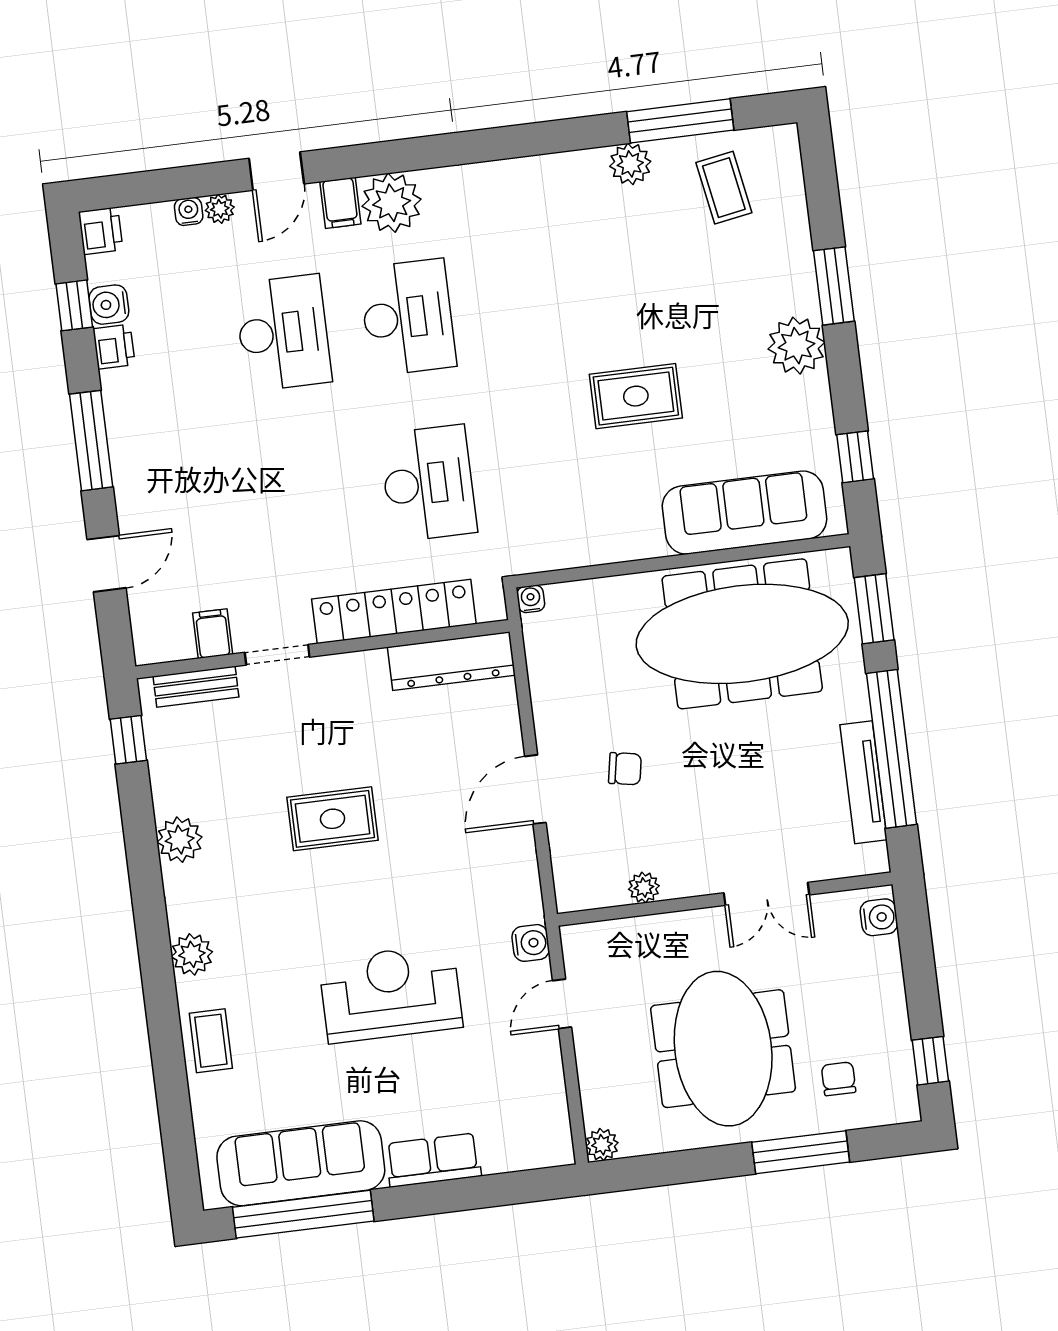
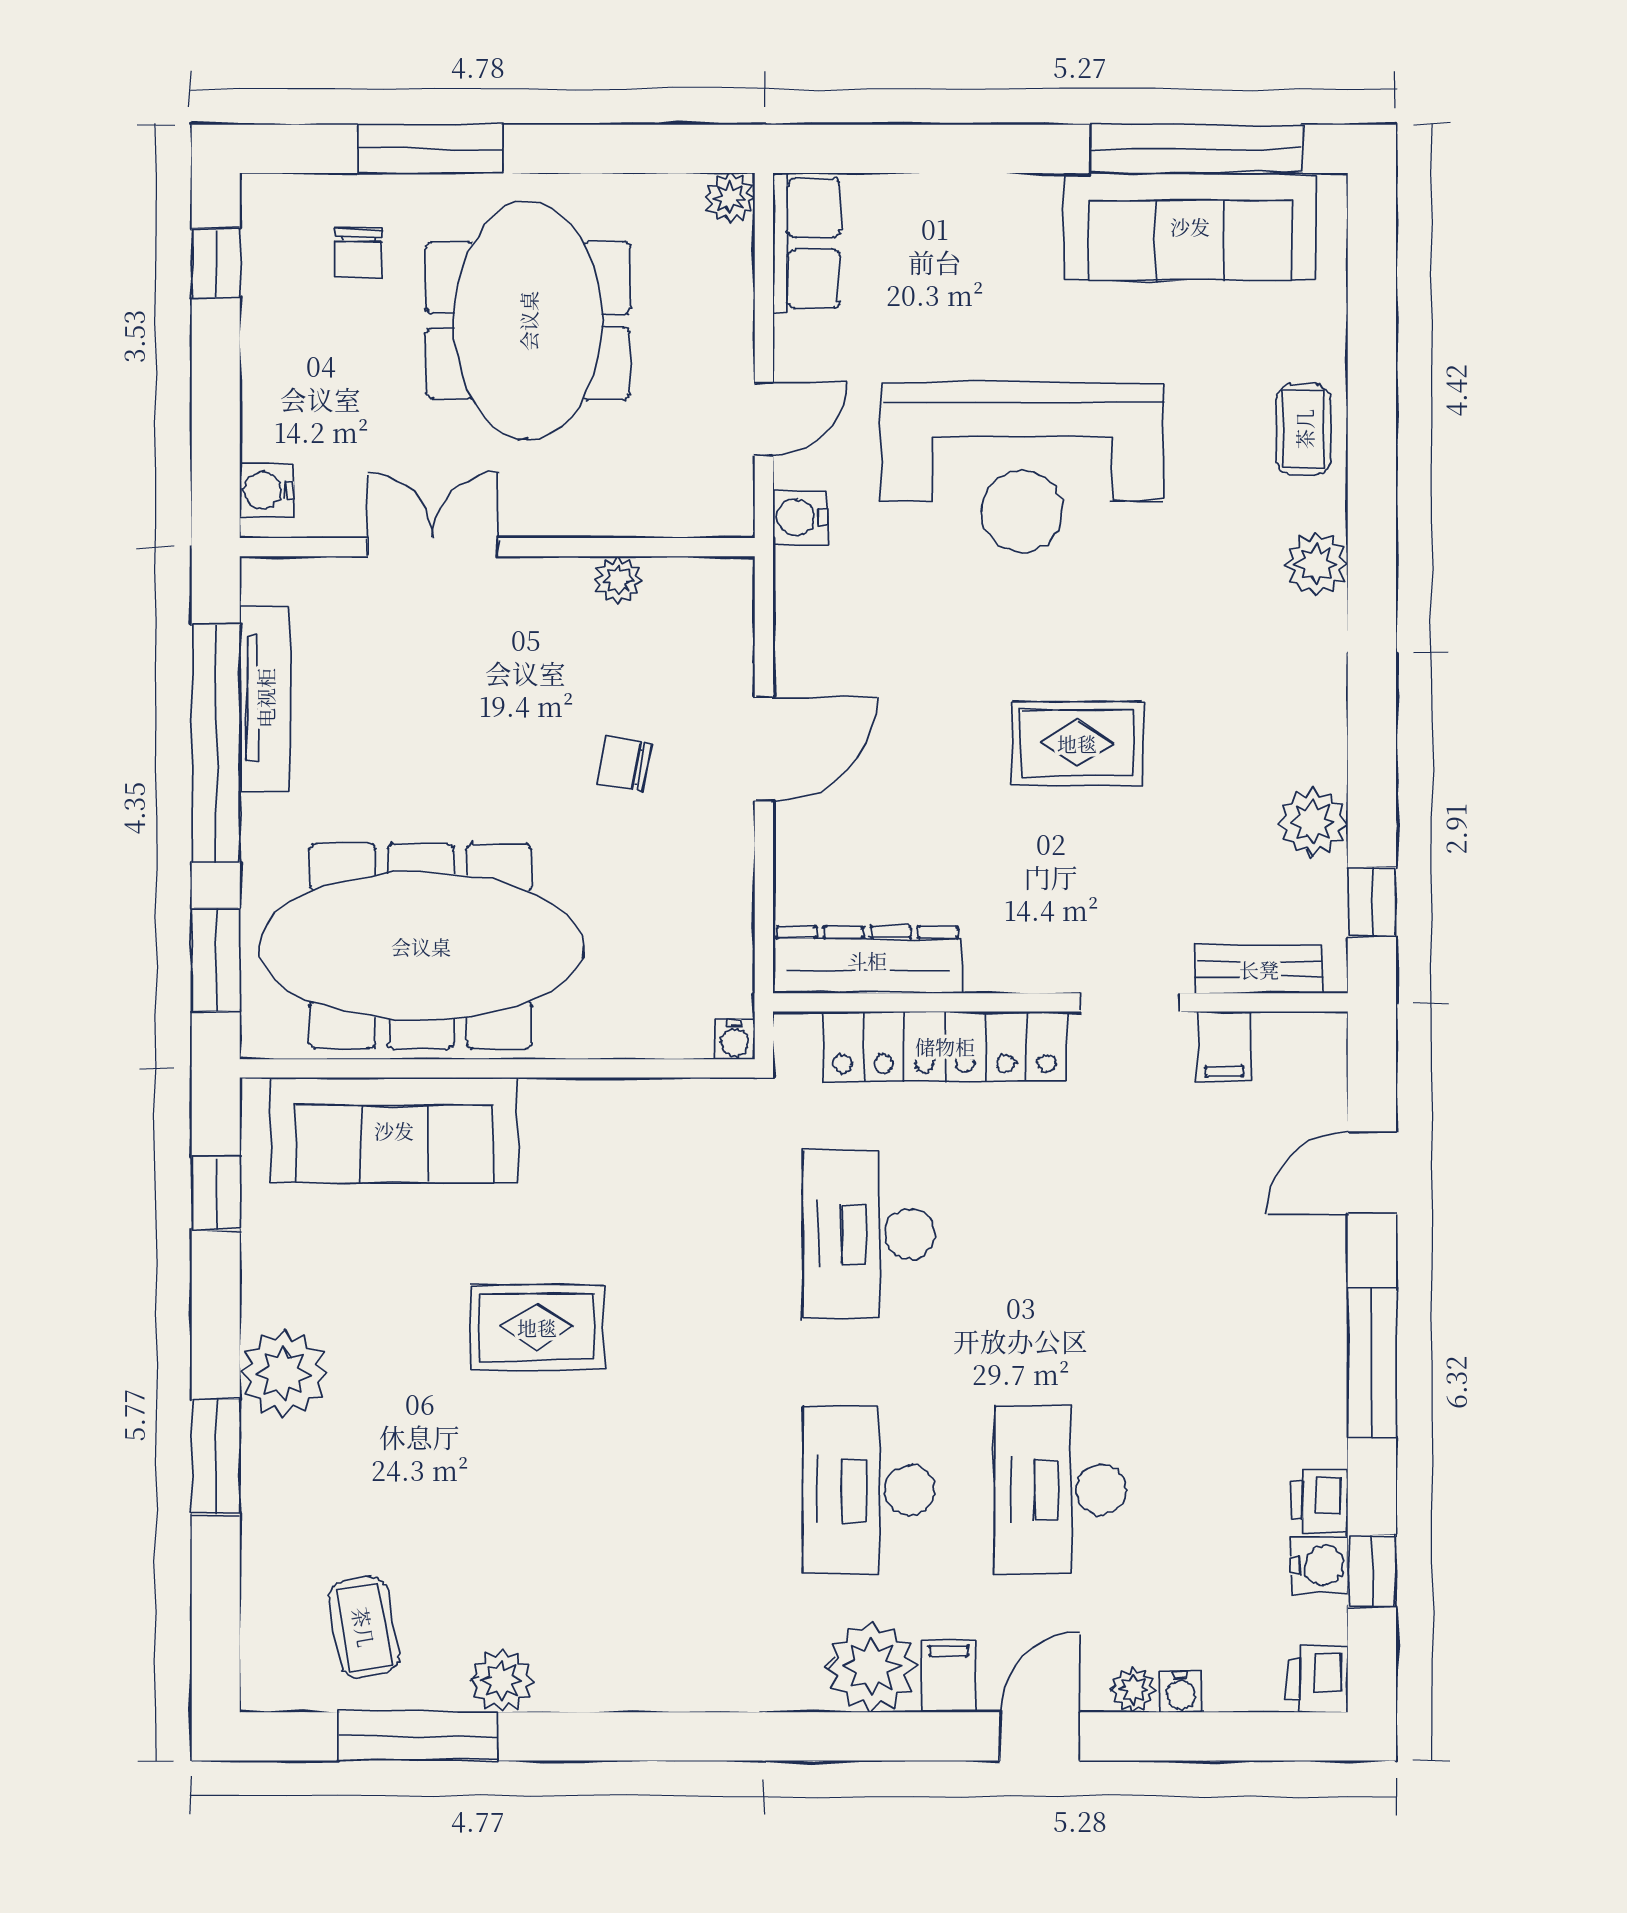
plant: (180, 840) -> (1313, 822), moved
reception desk: (391, 993) -> (1022, 467), width x1.36, depth x1.30
row of seats: (433, 1160) -> (807, 243), moved, turned -90

